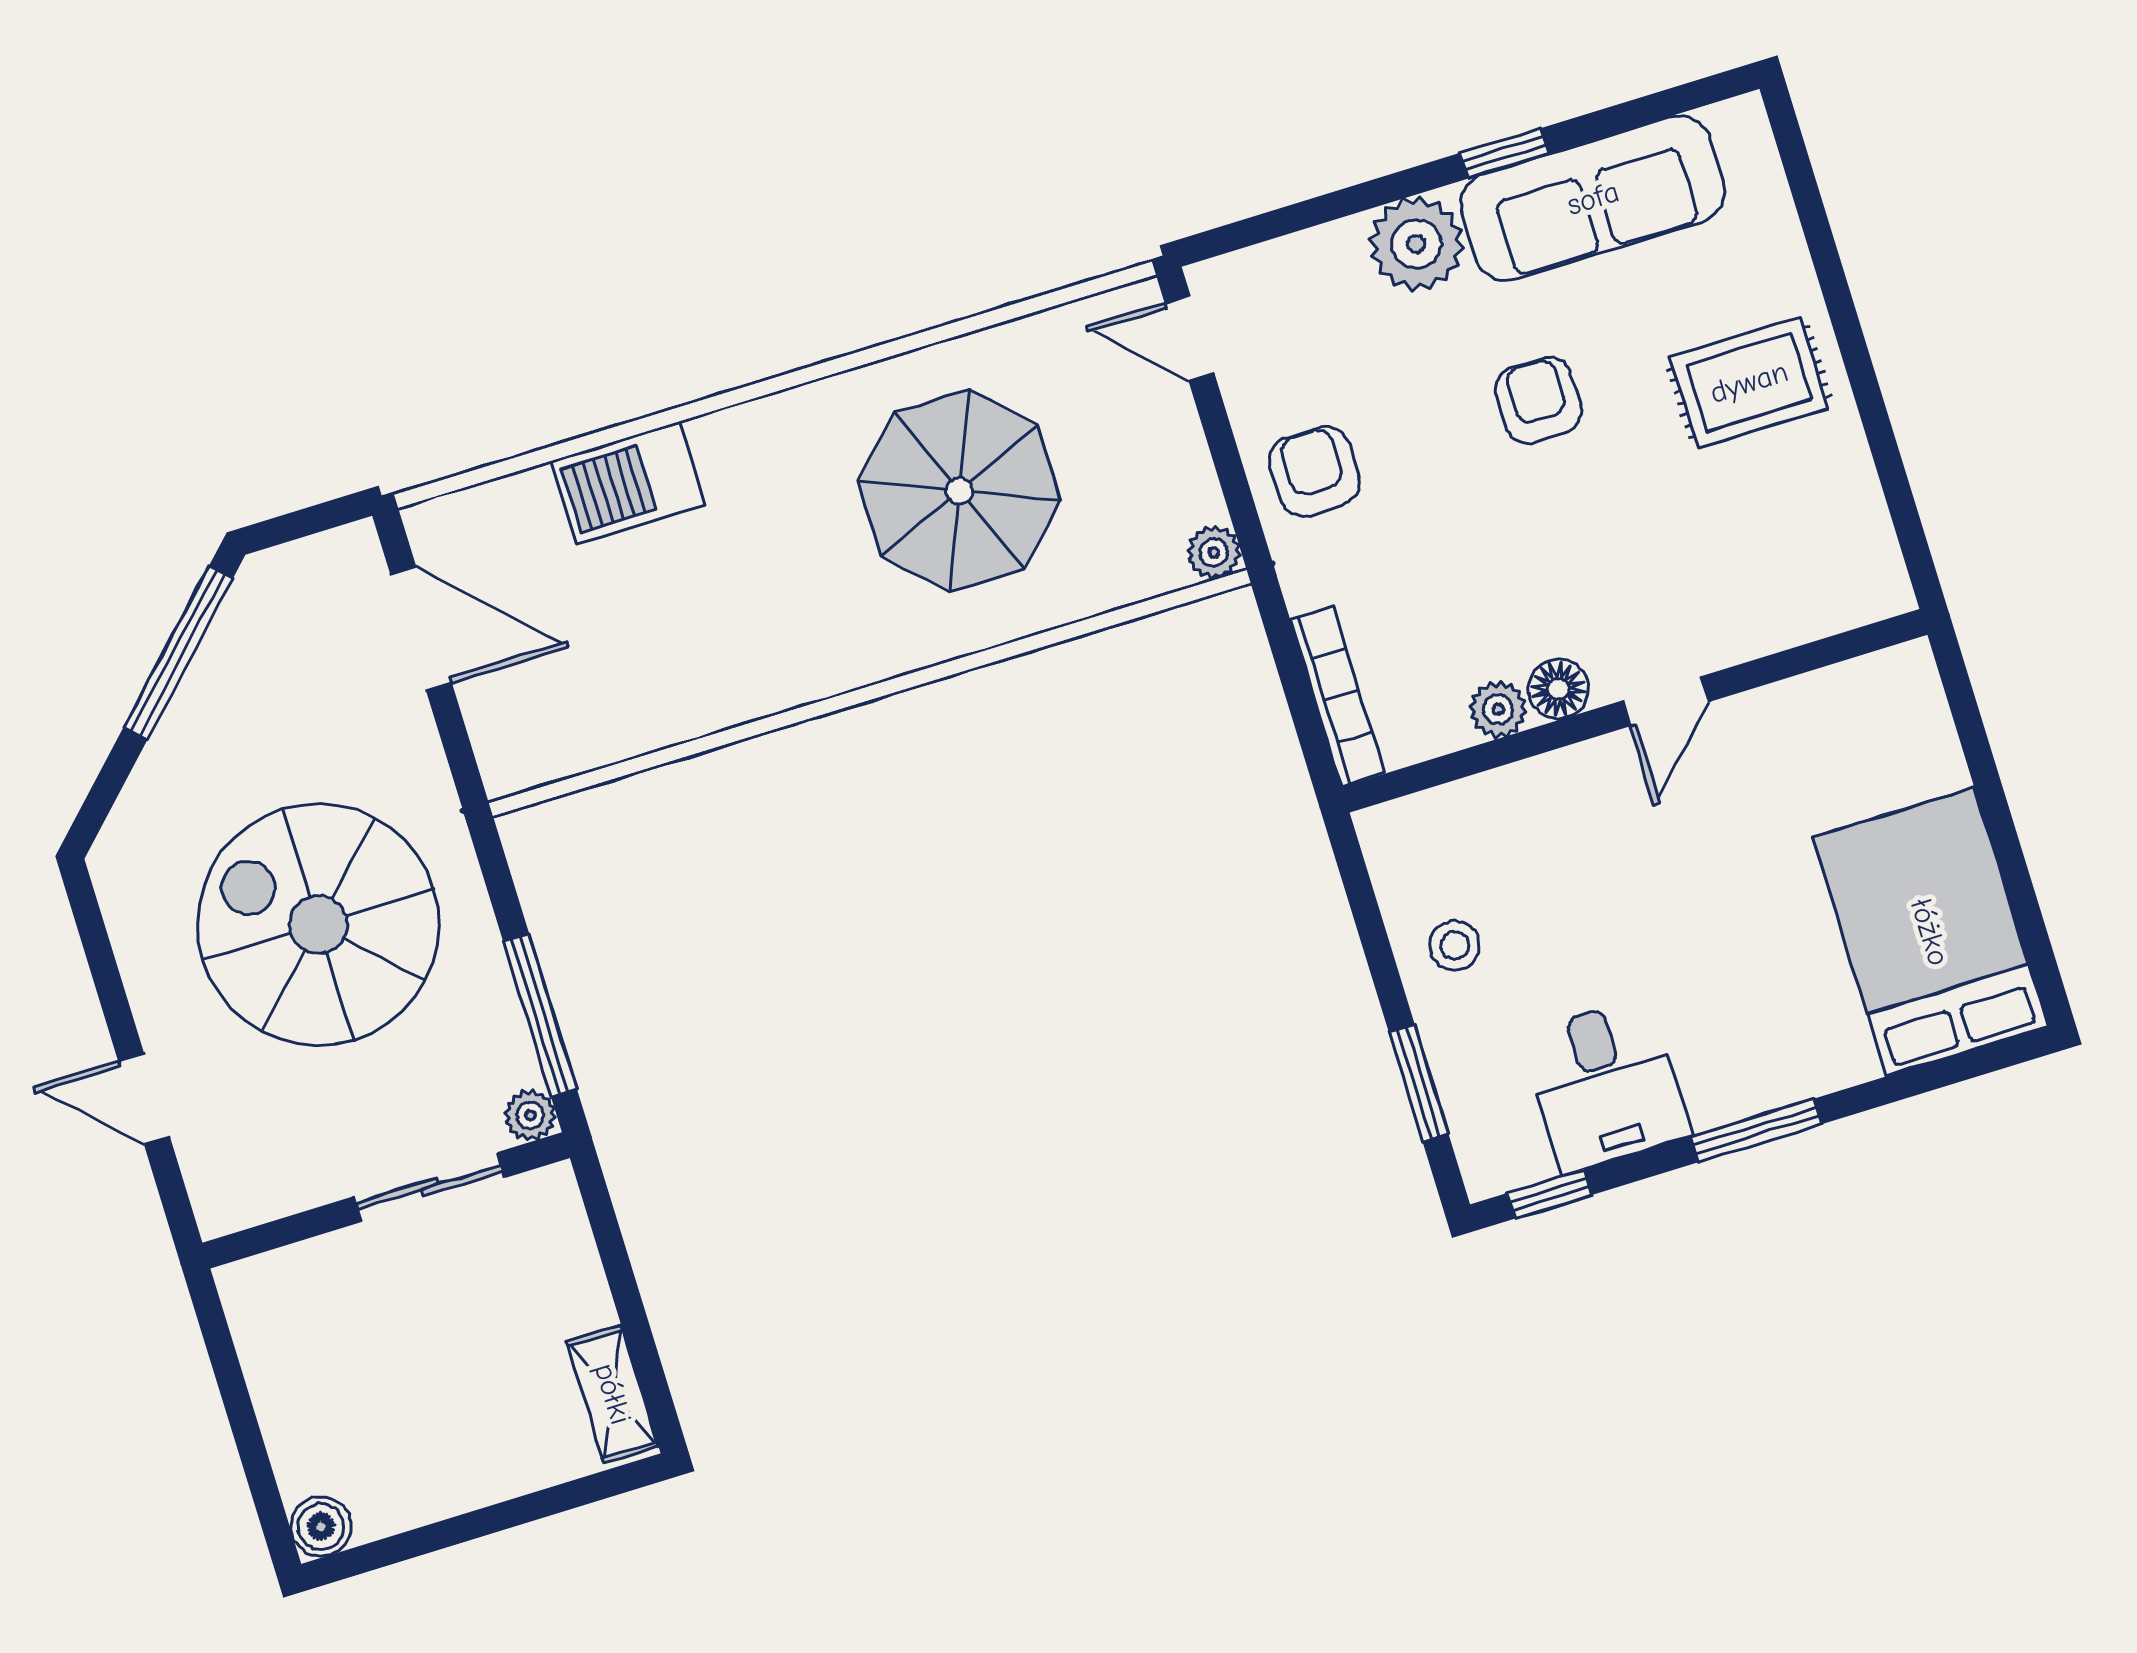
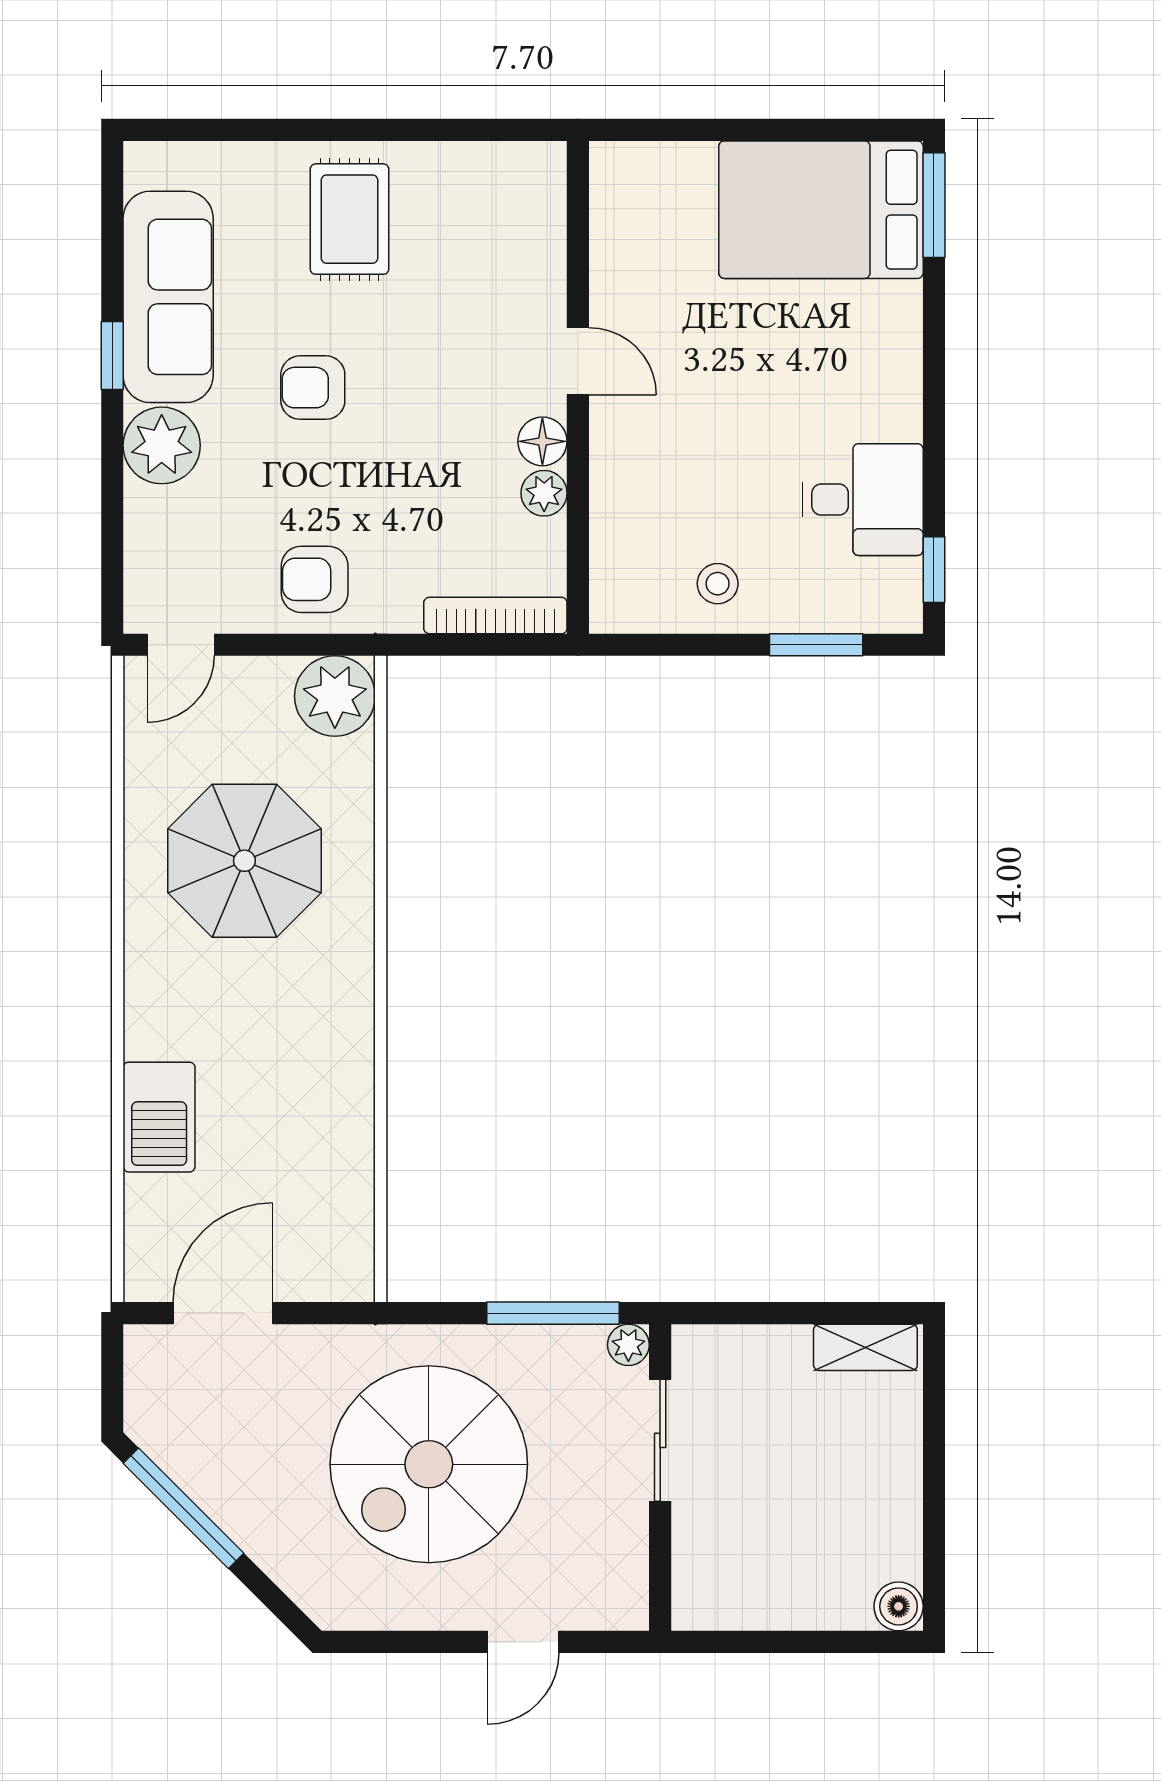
plant: (1214, 553) -> (335, 696), width x1.88, depth x1.88
window: (1756, 1130) -> (934, 205), moved

